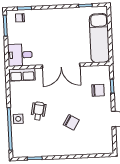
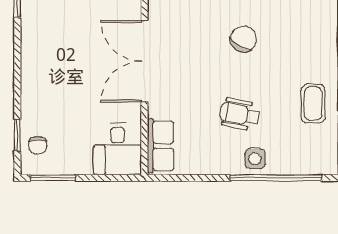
double door: (61, 66) -> (144, 61), swing flipped
chair: (71, 122) -> (243, 39), moved
coffee table: (45, 145) -> (313, 104), added

